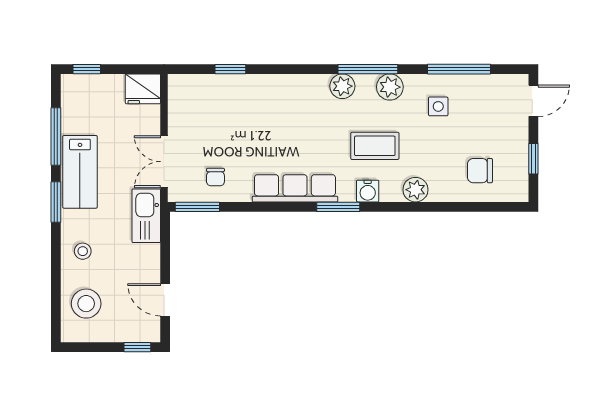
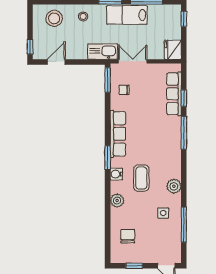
window: (368, 69) -> (184, 133), moved
plant: (342, 86) -> (174, 160), removed
row of seats: (223, 87) -> (174, 94), added

